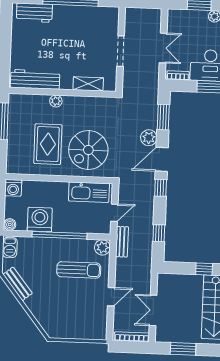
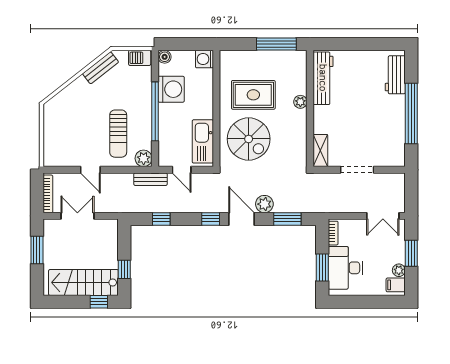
double door: (163, 48) -> (383, 216), moved
shelving: (88, 84) -> (320, 151), moved
spiral stairs: (88, 150) -> (249, 139), turned 180

